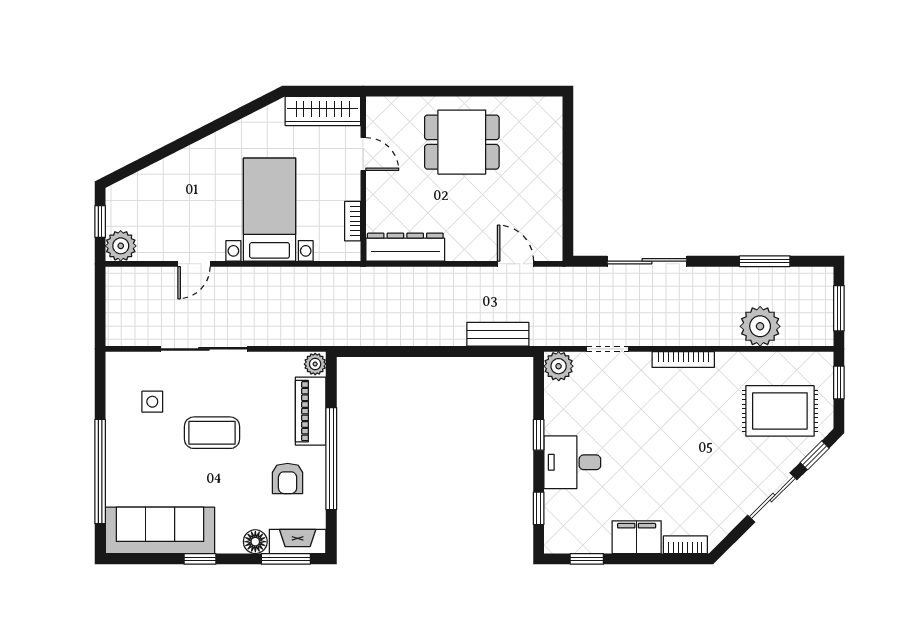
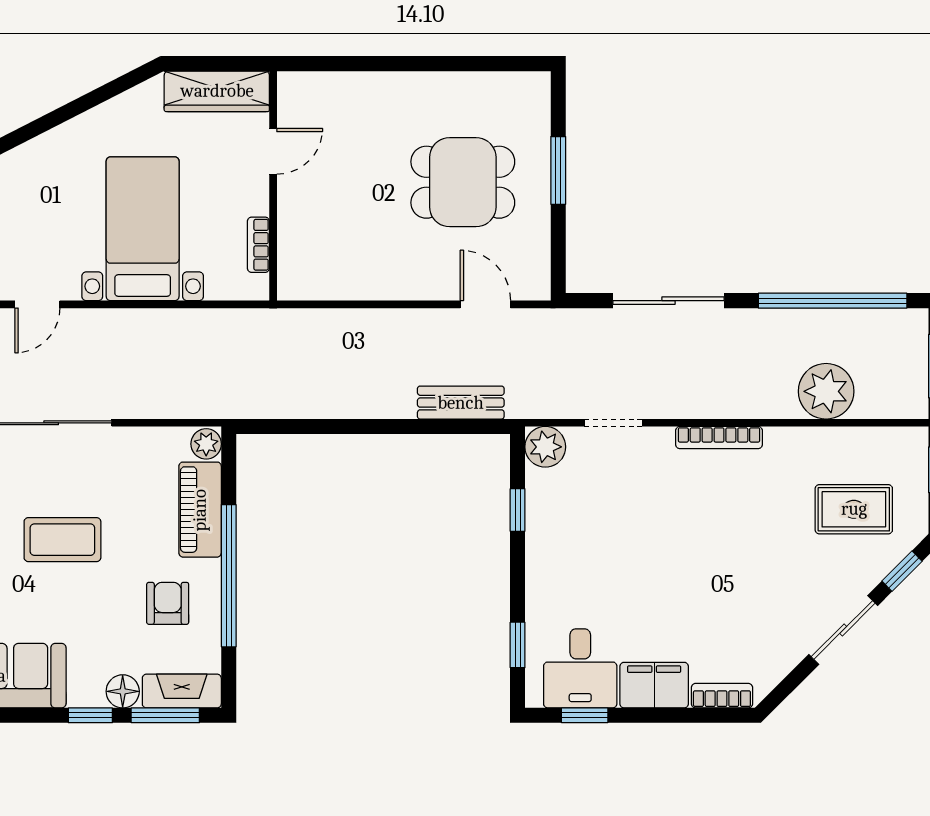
dining table: (462, 142) -> (463, 182), moved
door: (363, 154) -> (273, 151), hinge flipped
window: (568, 168) -> (558, 170), added
dresser: (405, 247) -> (332, 281), removed
window: (765, 261) -> (833, 301), width x2.11
rug: (780, 411) -> (854, 509), width x0.73, depth x0.70
window: (539, 435) -> (518, 510), moved
desk: (572, 462) -> (580, 668), moved, turned -90
armchair: (288, 478) -> (168, 603), turned 180
window: (200, 559) -> (90, 715), moved

